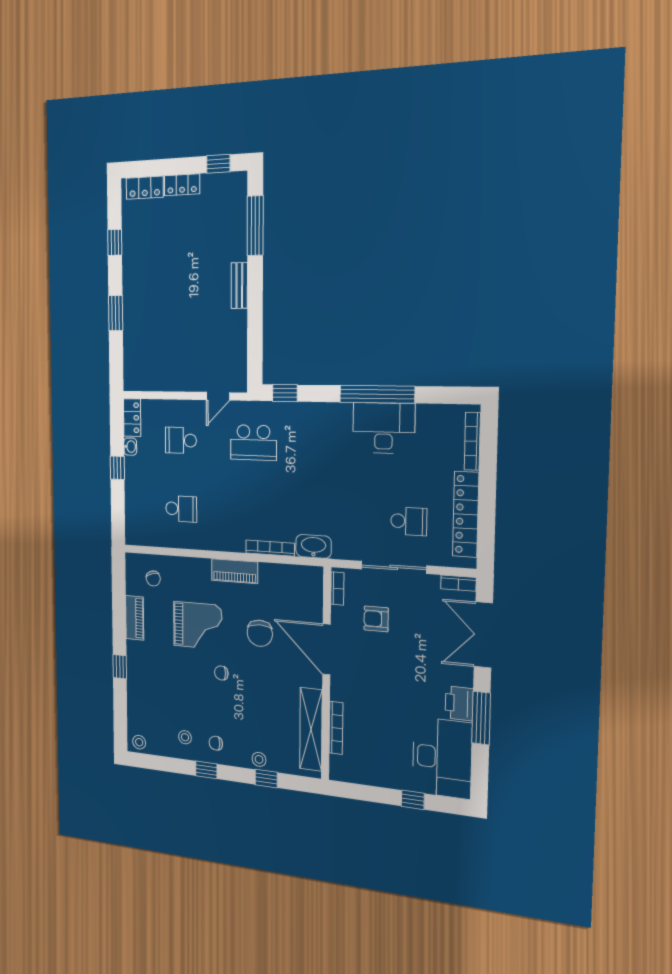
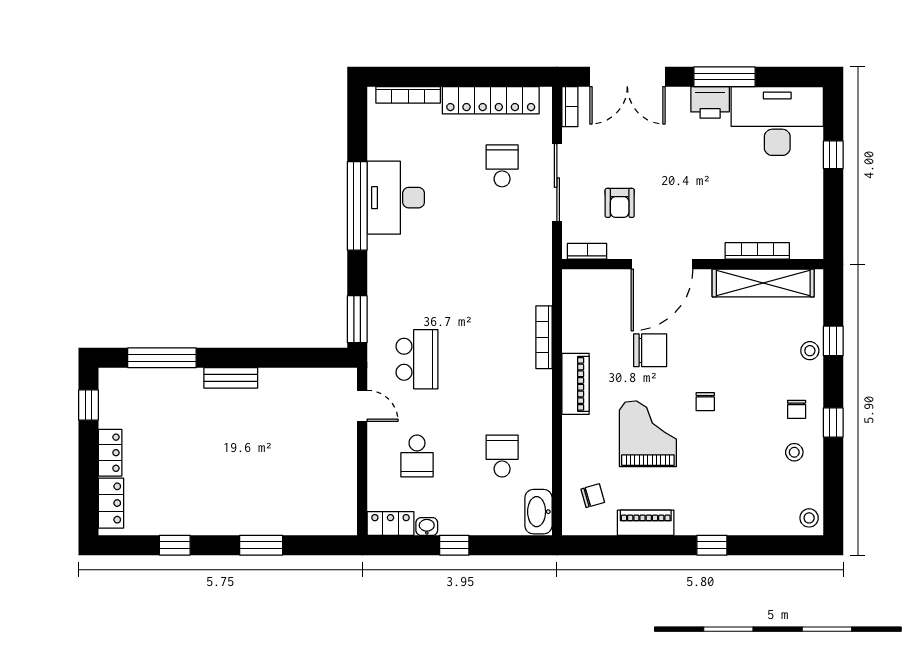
window: (285, 393) -> (357, 319), width x1.50
washbasin: (313, 546) -> (538, 512), moved

